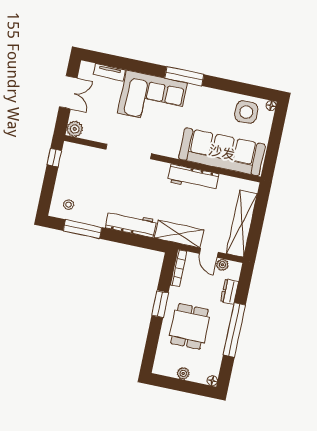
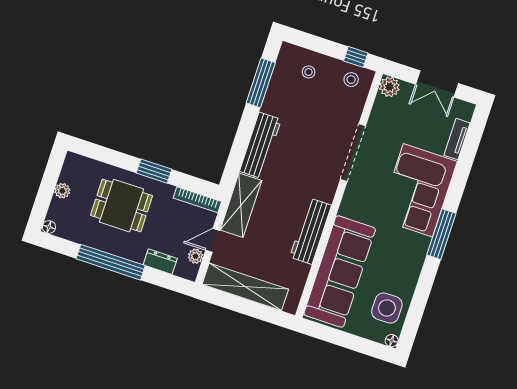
stool: (72, 159) -> (351, 80), added
stool: (69, 205) -> (309, 72), moved

